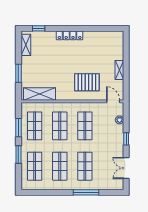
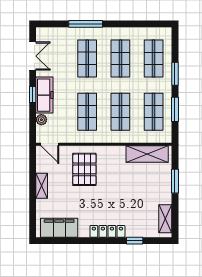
window: (39, 28) -> (135, 241), moved
filing cabinet: (106, 38) -> (59, 228), added
pallet: (87, 82) -> (84, 169), turned 90
freezer: (117, 138) -> (44, 95), added

